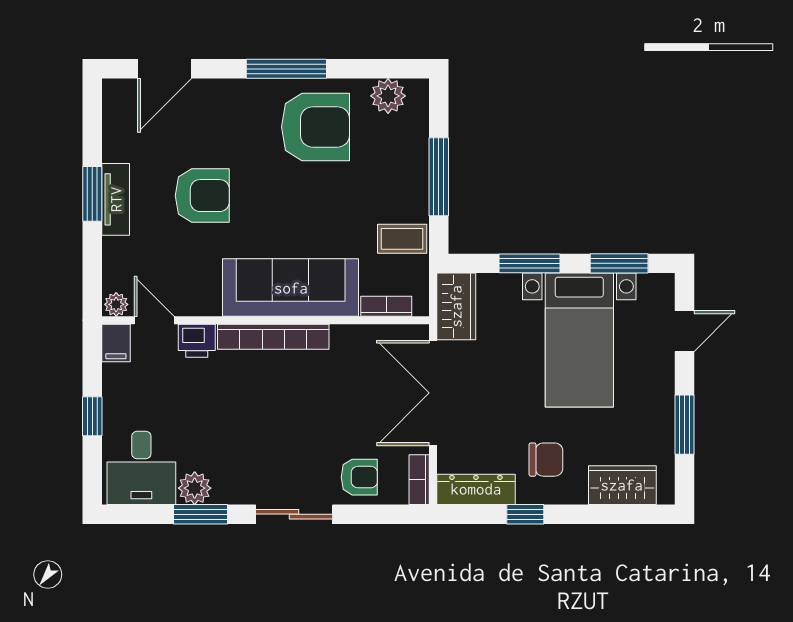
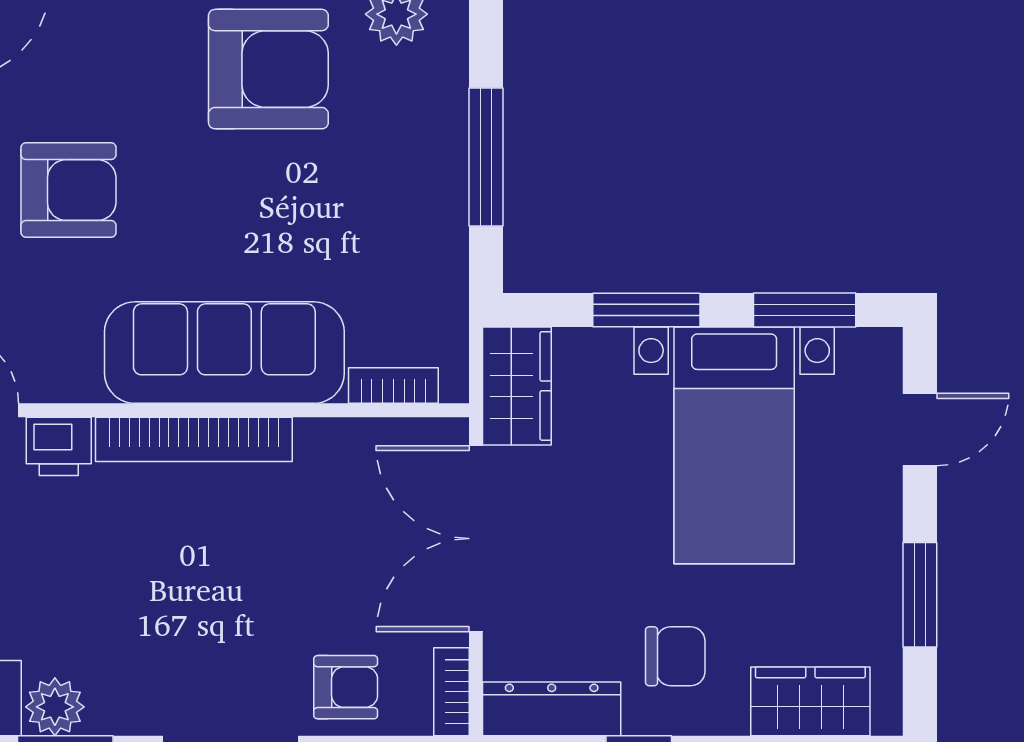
coffee table: (402, 239) -> (421, 266), removed

